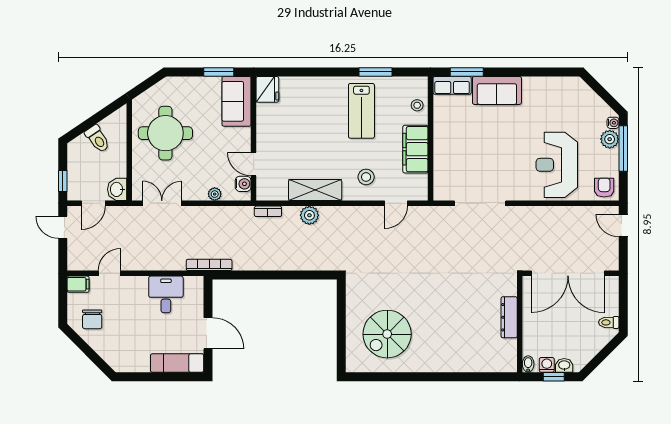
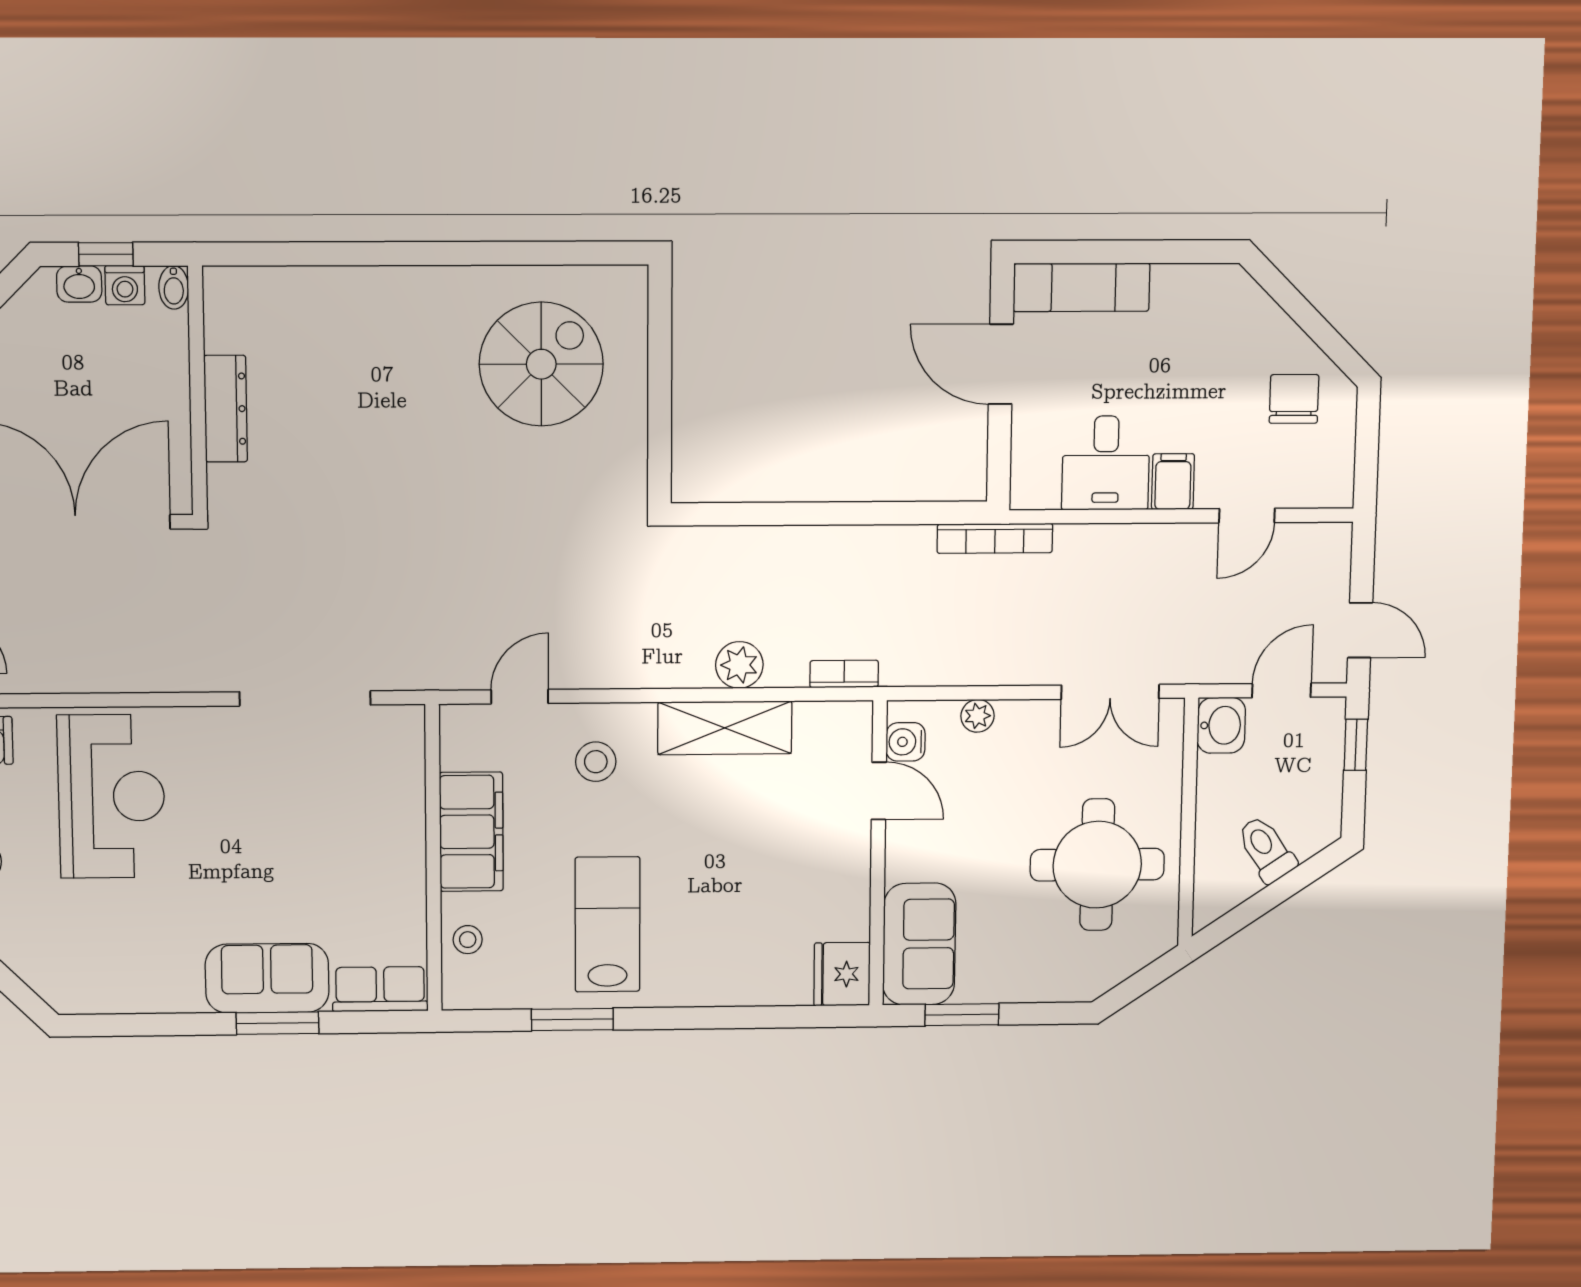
window: (467, 72) -> (278, 1023), moved
filing cabinet: (78, 284) -> (1173, 482), moved, turned 90

